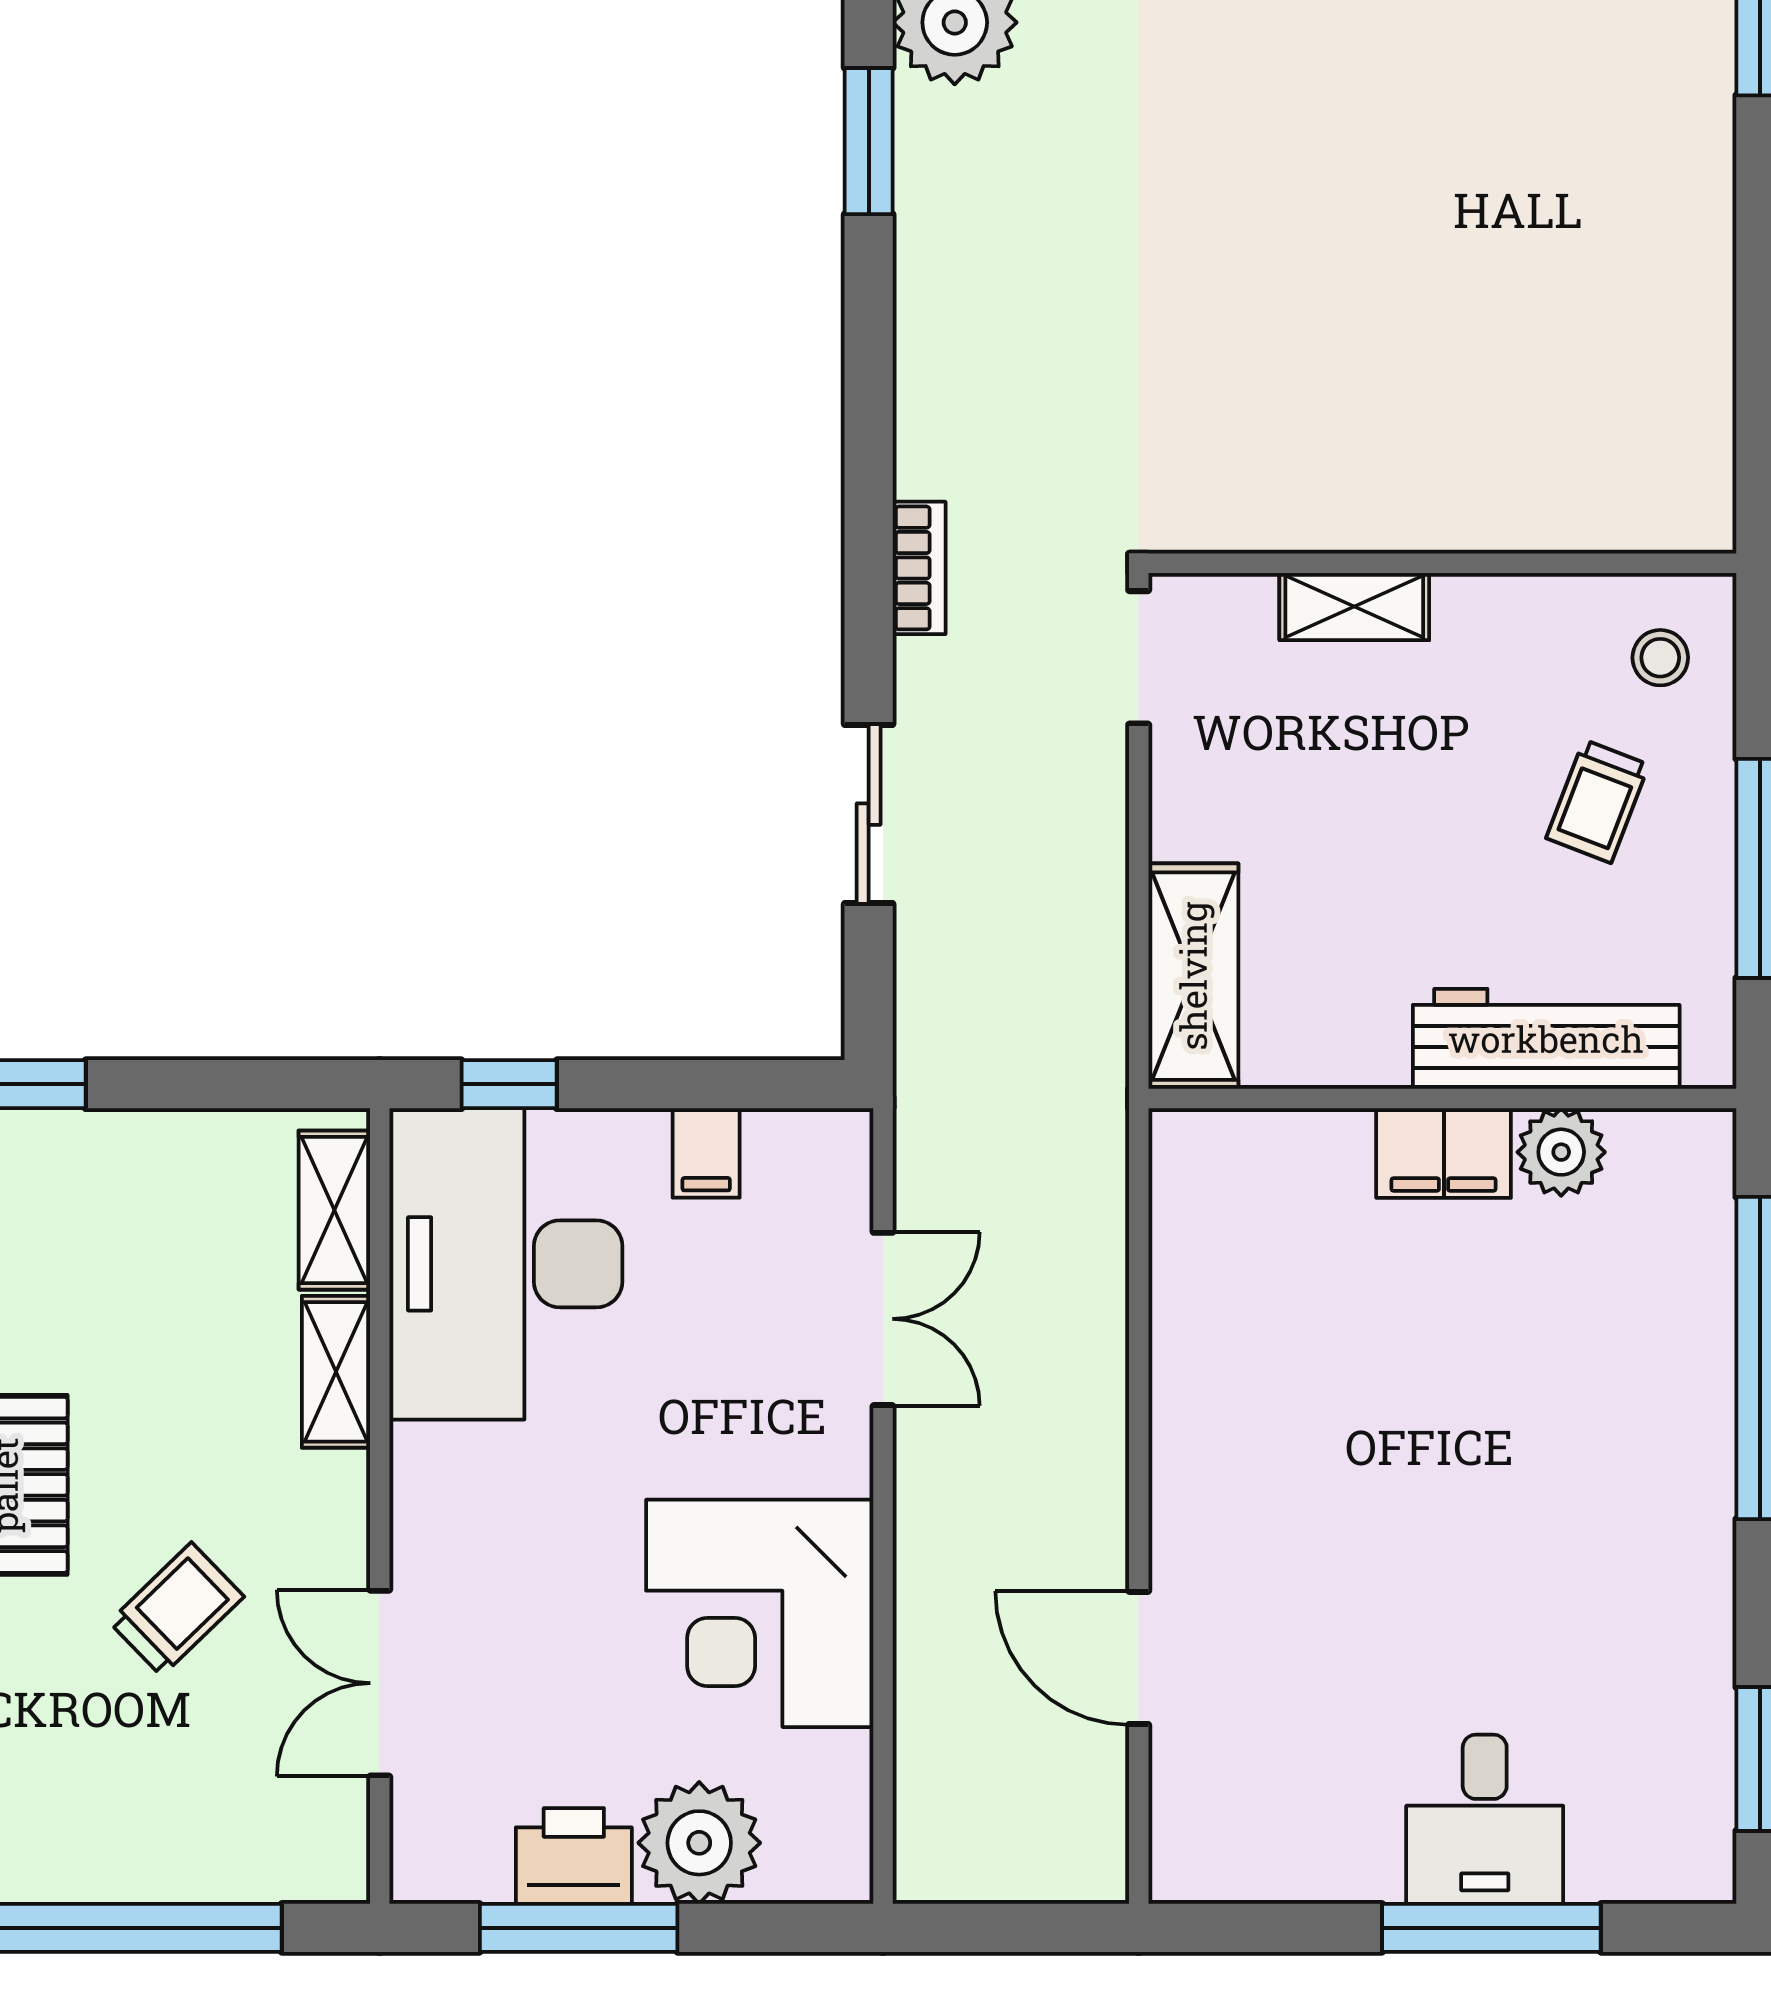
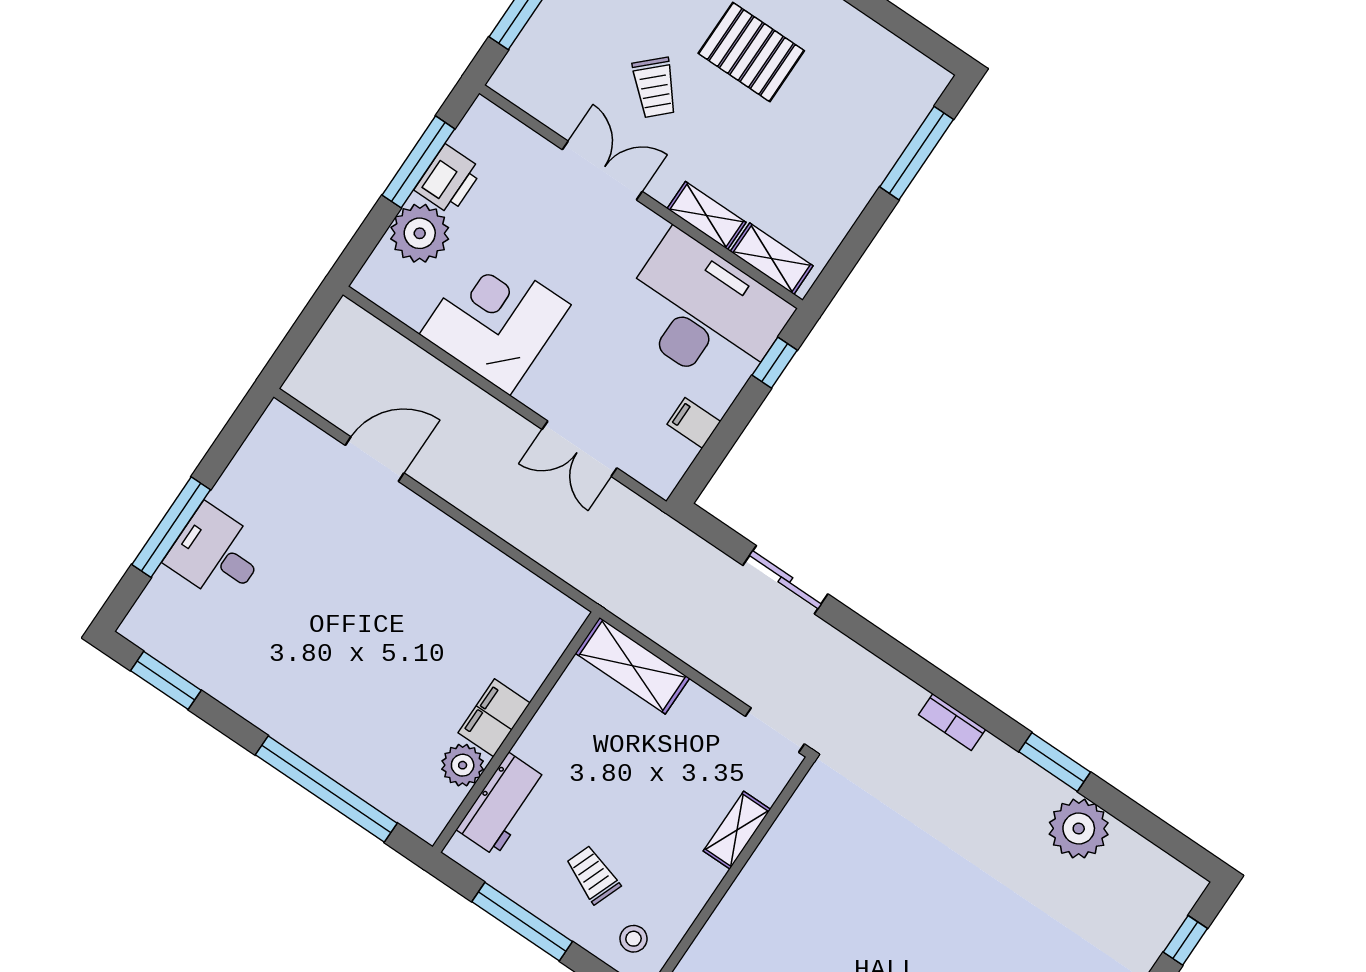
bookcase: (919, 568) -> (952, 722), moved
workbench: (1546, 1039) -> (502, 804), width x0.73
double door: (380, 1683) -> (602, 170), moved

